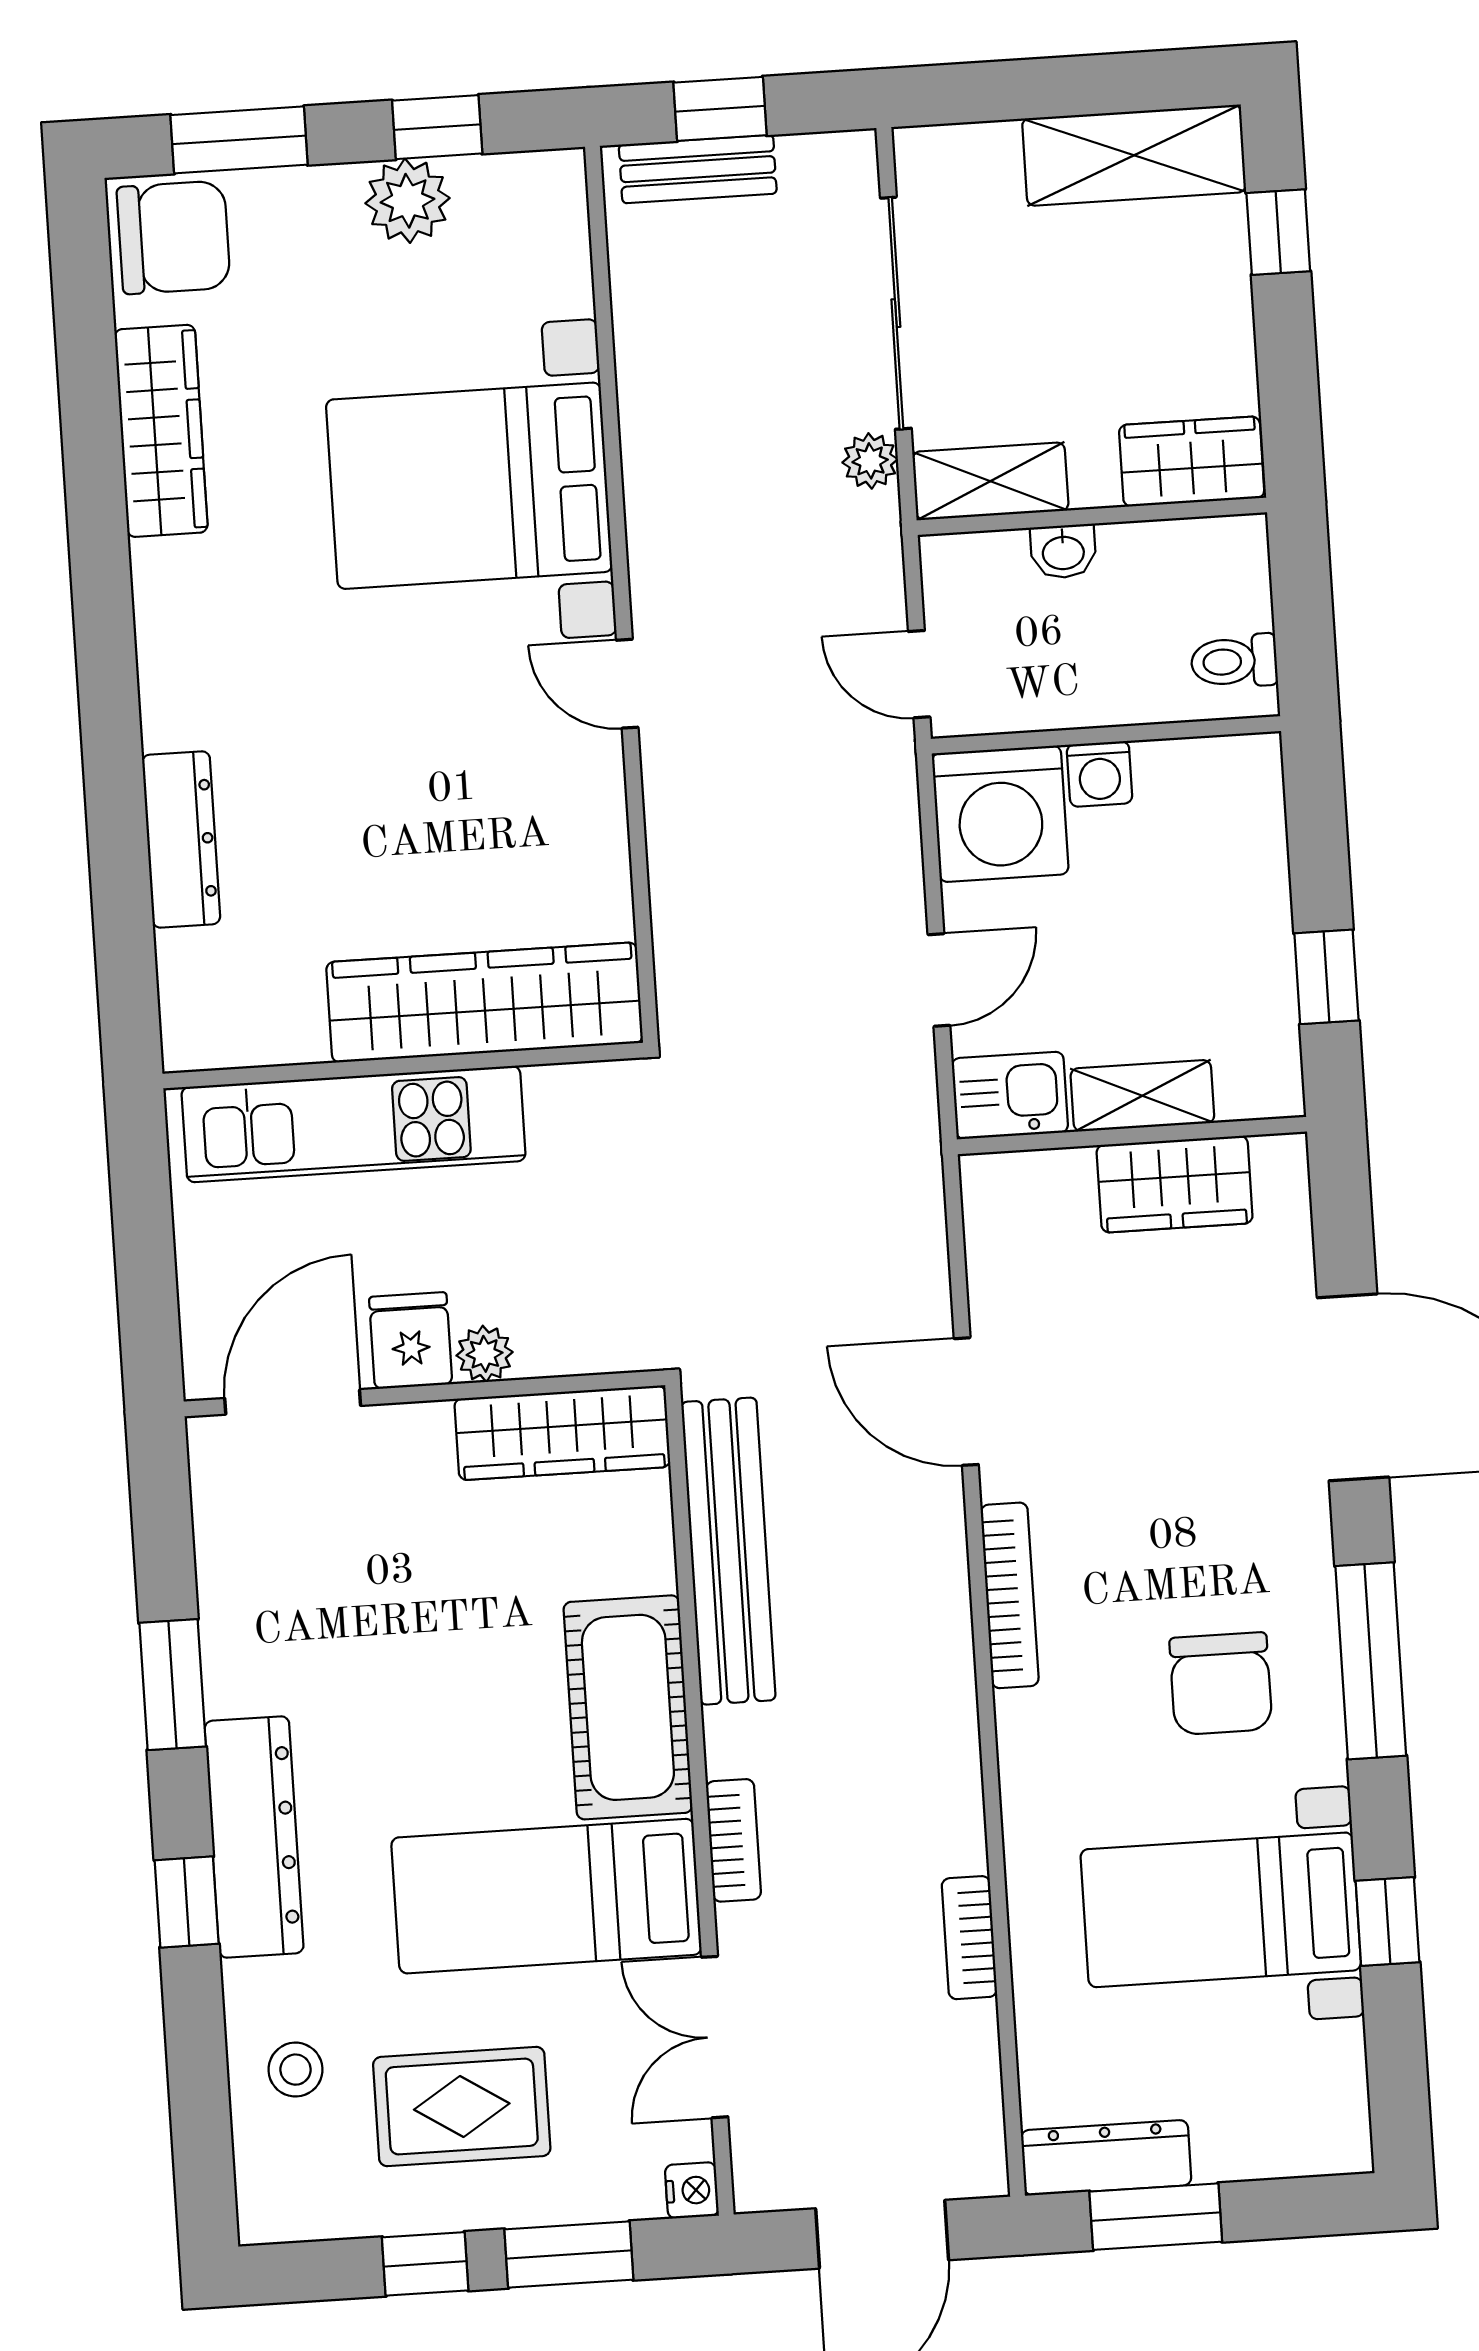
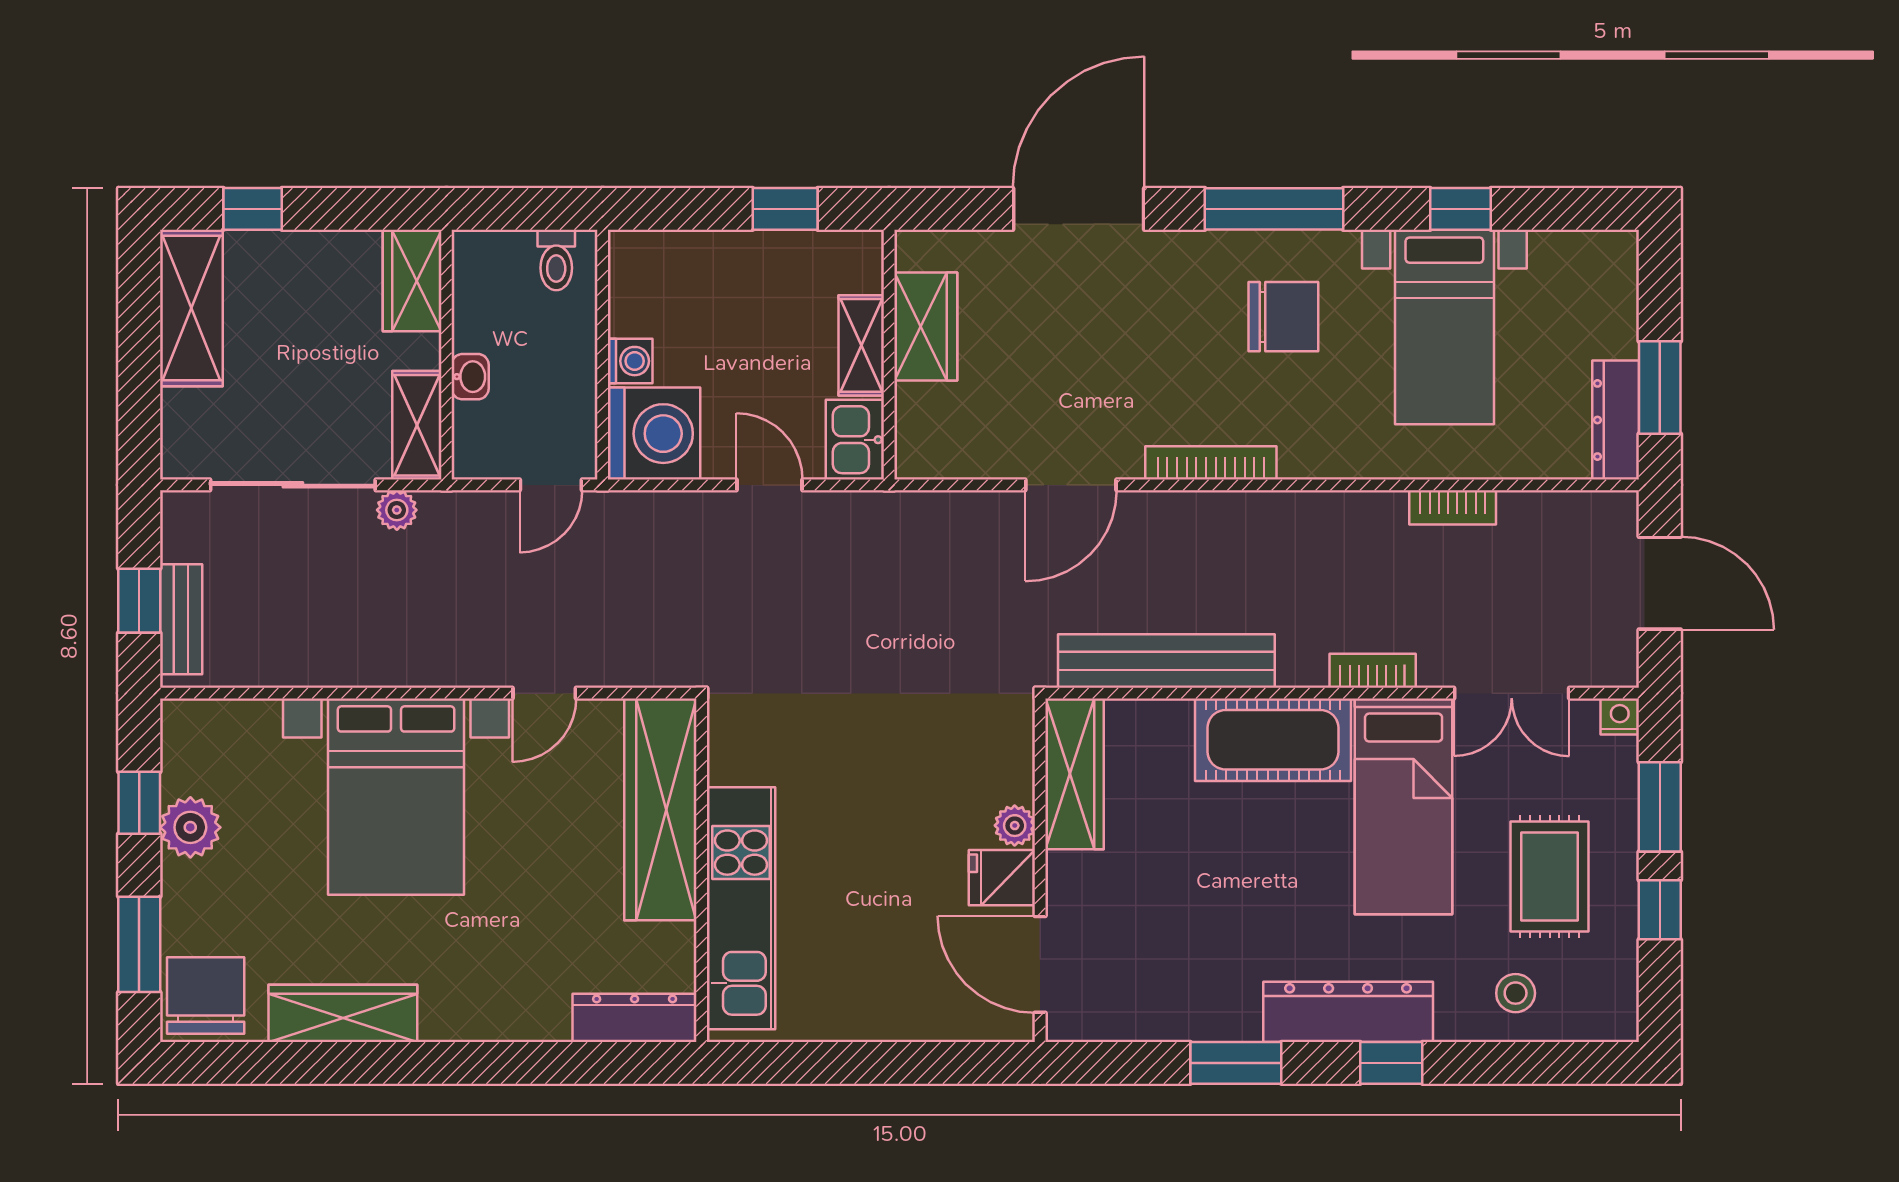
wardrobe: (484, 1003) -> (660, 809), moved
wall: (403, 1066) -> (702, 870), moved
kitchen unit: (354, 1124) -> (741, 908), moved

